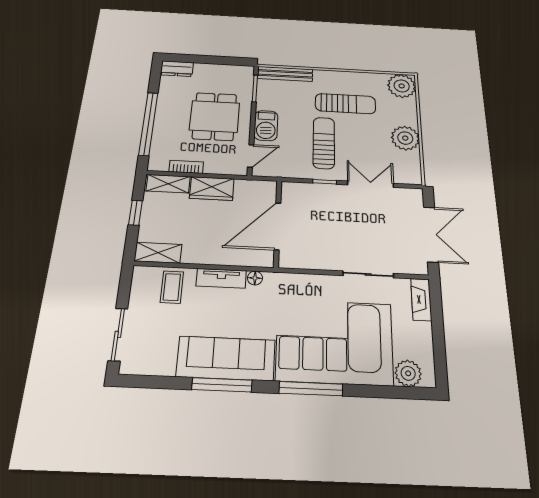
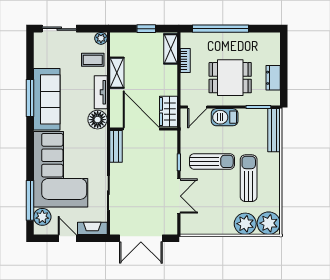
dresser: (177, 69) -> (273, 78), moved
sun lounger: (345, 104) -> (249, 178), turned 180
plant: (405, 138) -> (245, 224), moved
door: (251, 156) -> (197, 107), hinge flipped
wardrobe: (212, 189) -> (168, 112), moved
shelving: (158, 253) -> (117, 73), moved
bench: (301, 261) -> (116, 146), added
plant: (141, 274) -> (101, 38), added
floor lamp: (255, 278) -> (98, 120), width x1.89, depth x1.89
door: (438, 337) -> (67, 238), added
window: (311, 389) -> (30, 200), moved

